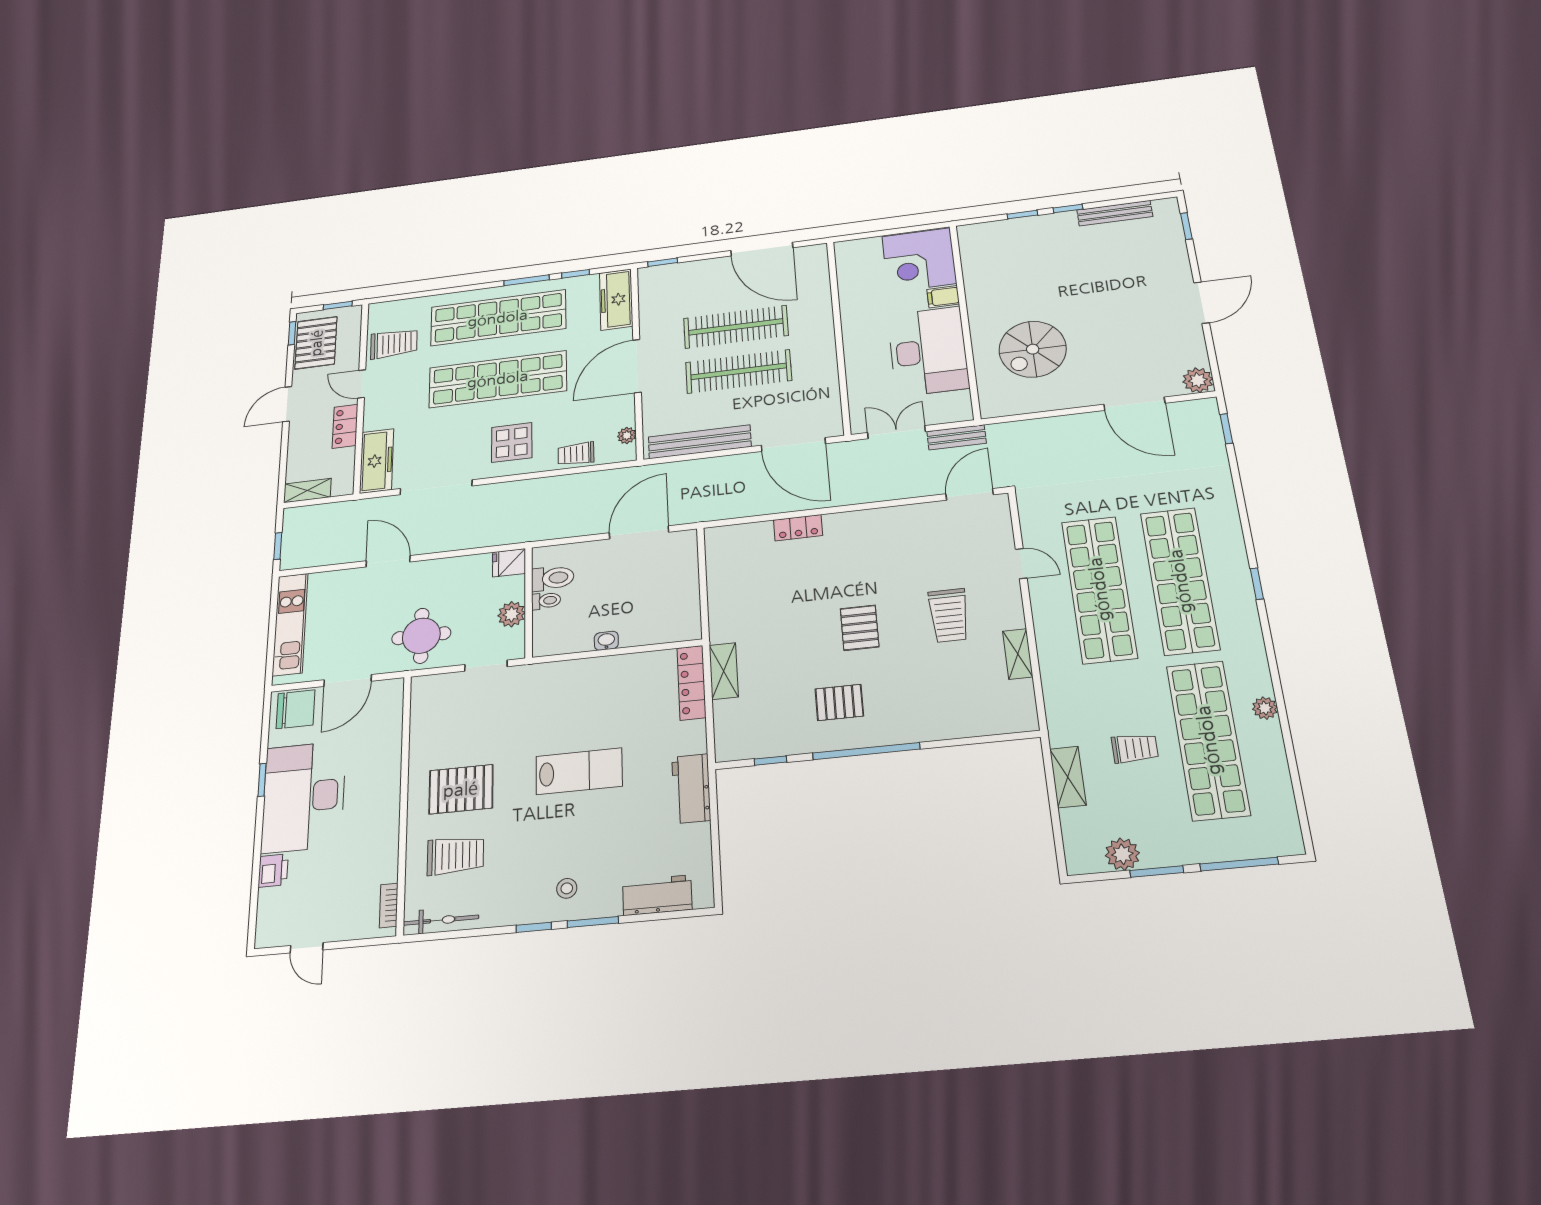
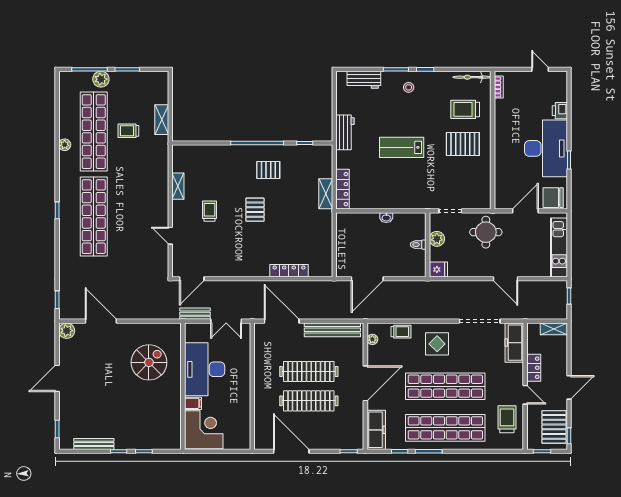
trolley: (394, 344) -> (507, 419), turned 91
locker: (798, 528) -> (289, 271), width x1.53
toilet: (553, 578) -> (415, 257), removed
shop shelf: (1099, 589) -> (134, 217), removed
trolley: (949, 615) -> (210, 211), width x0.73, depth x0.72
plant: (1122, 854) -> (101, 79), moved

